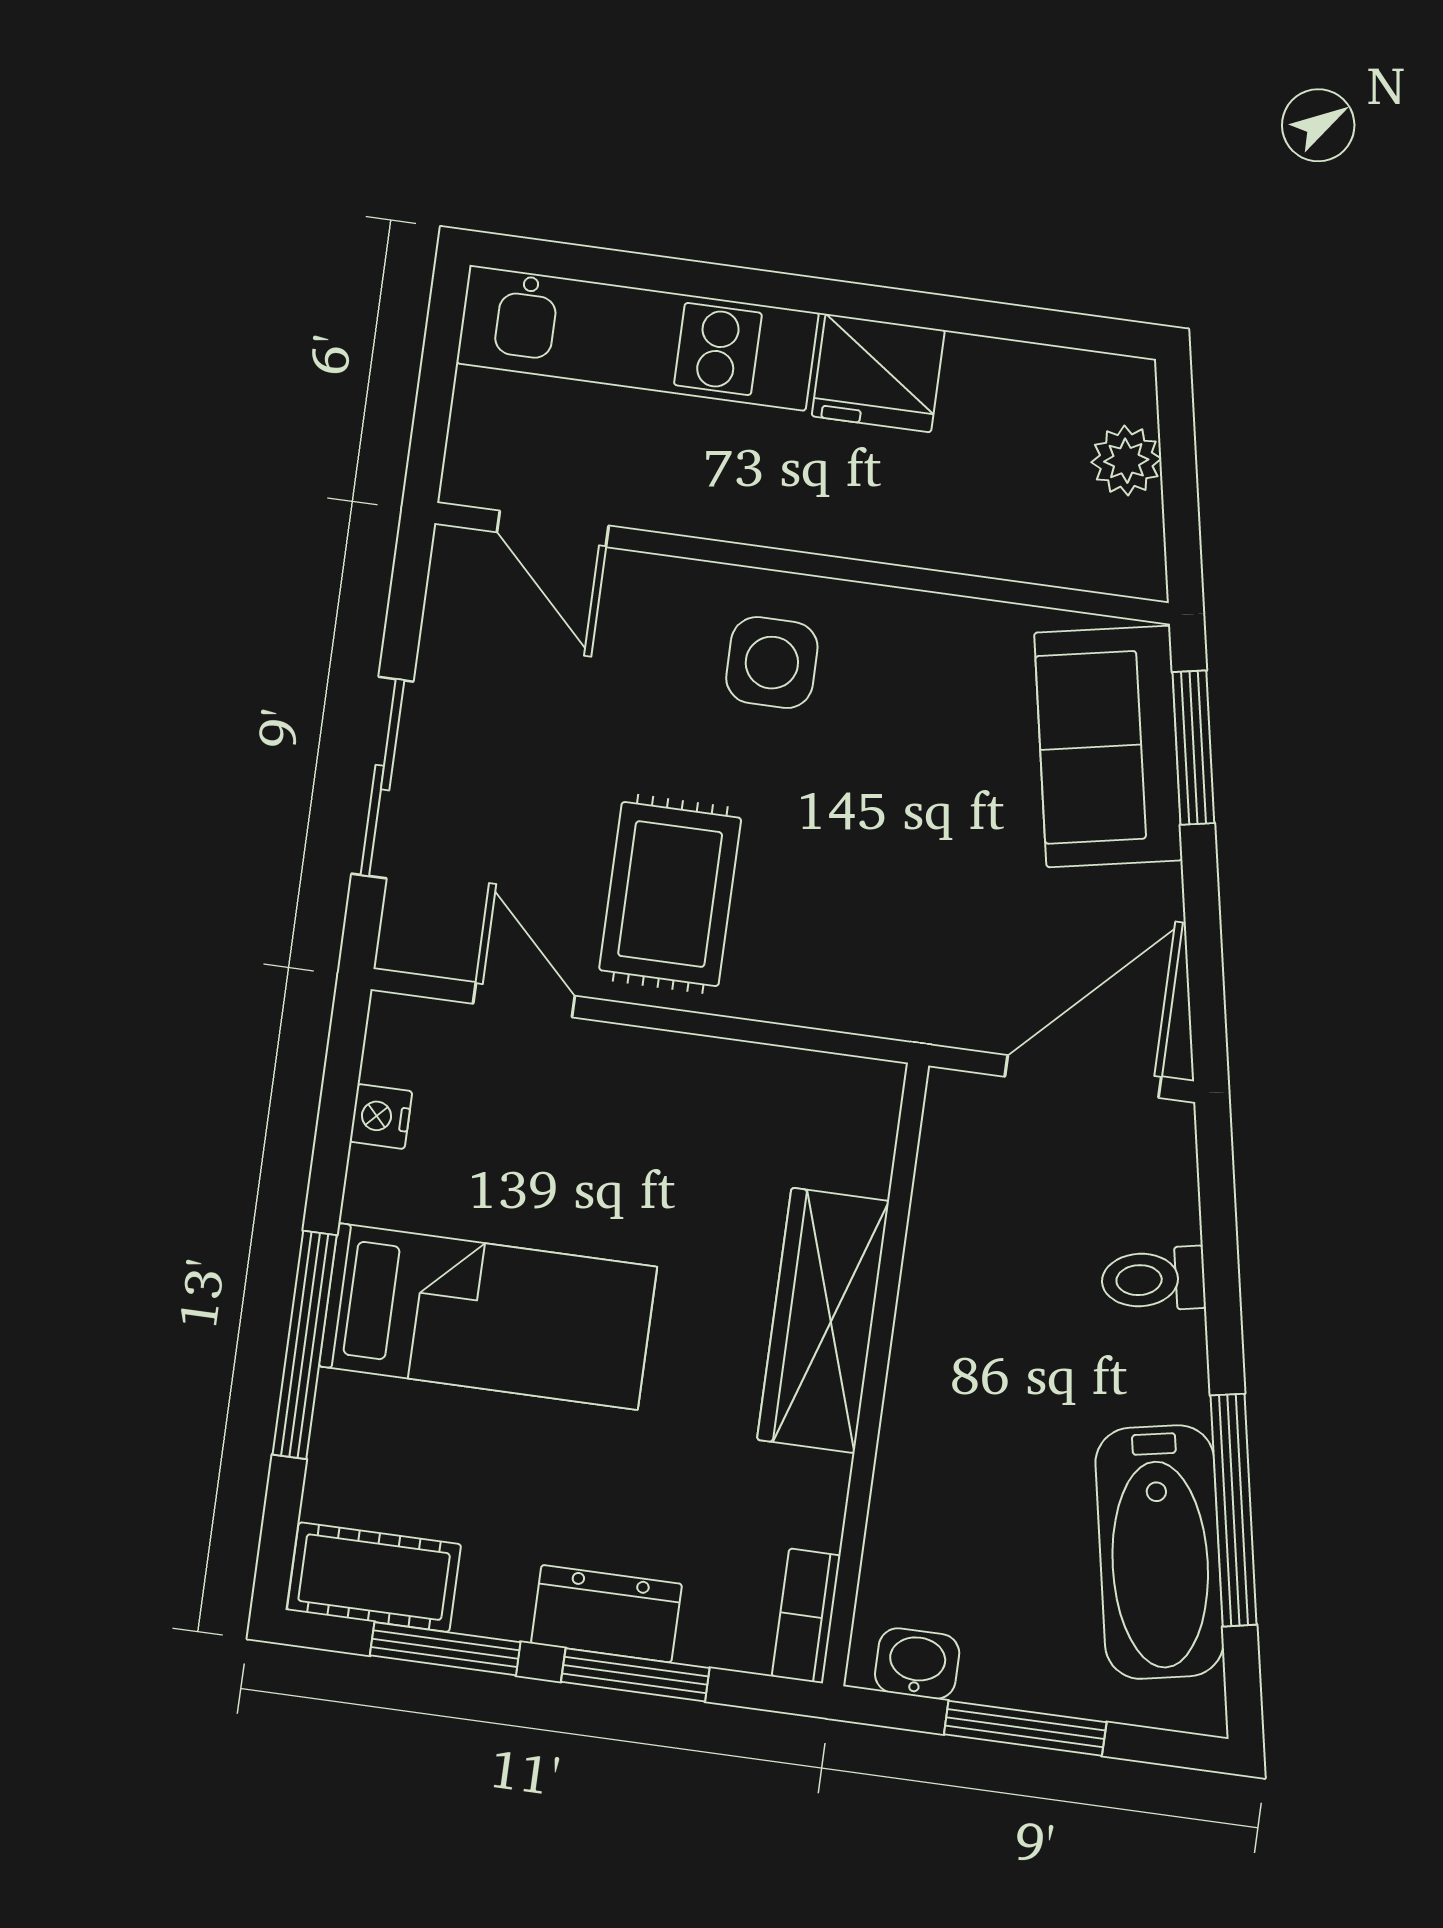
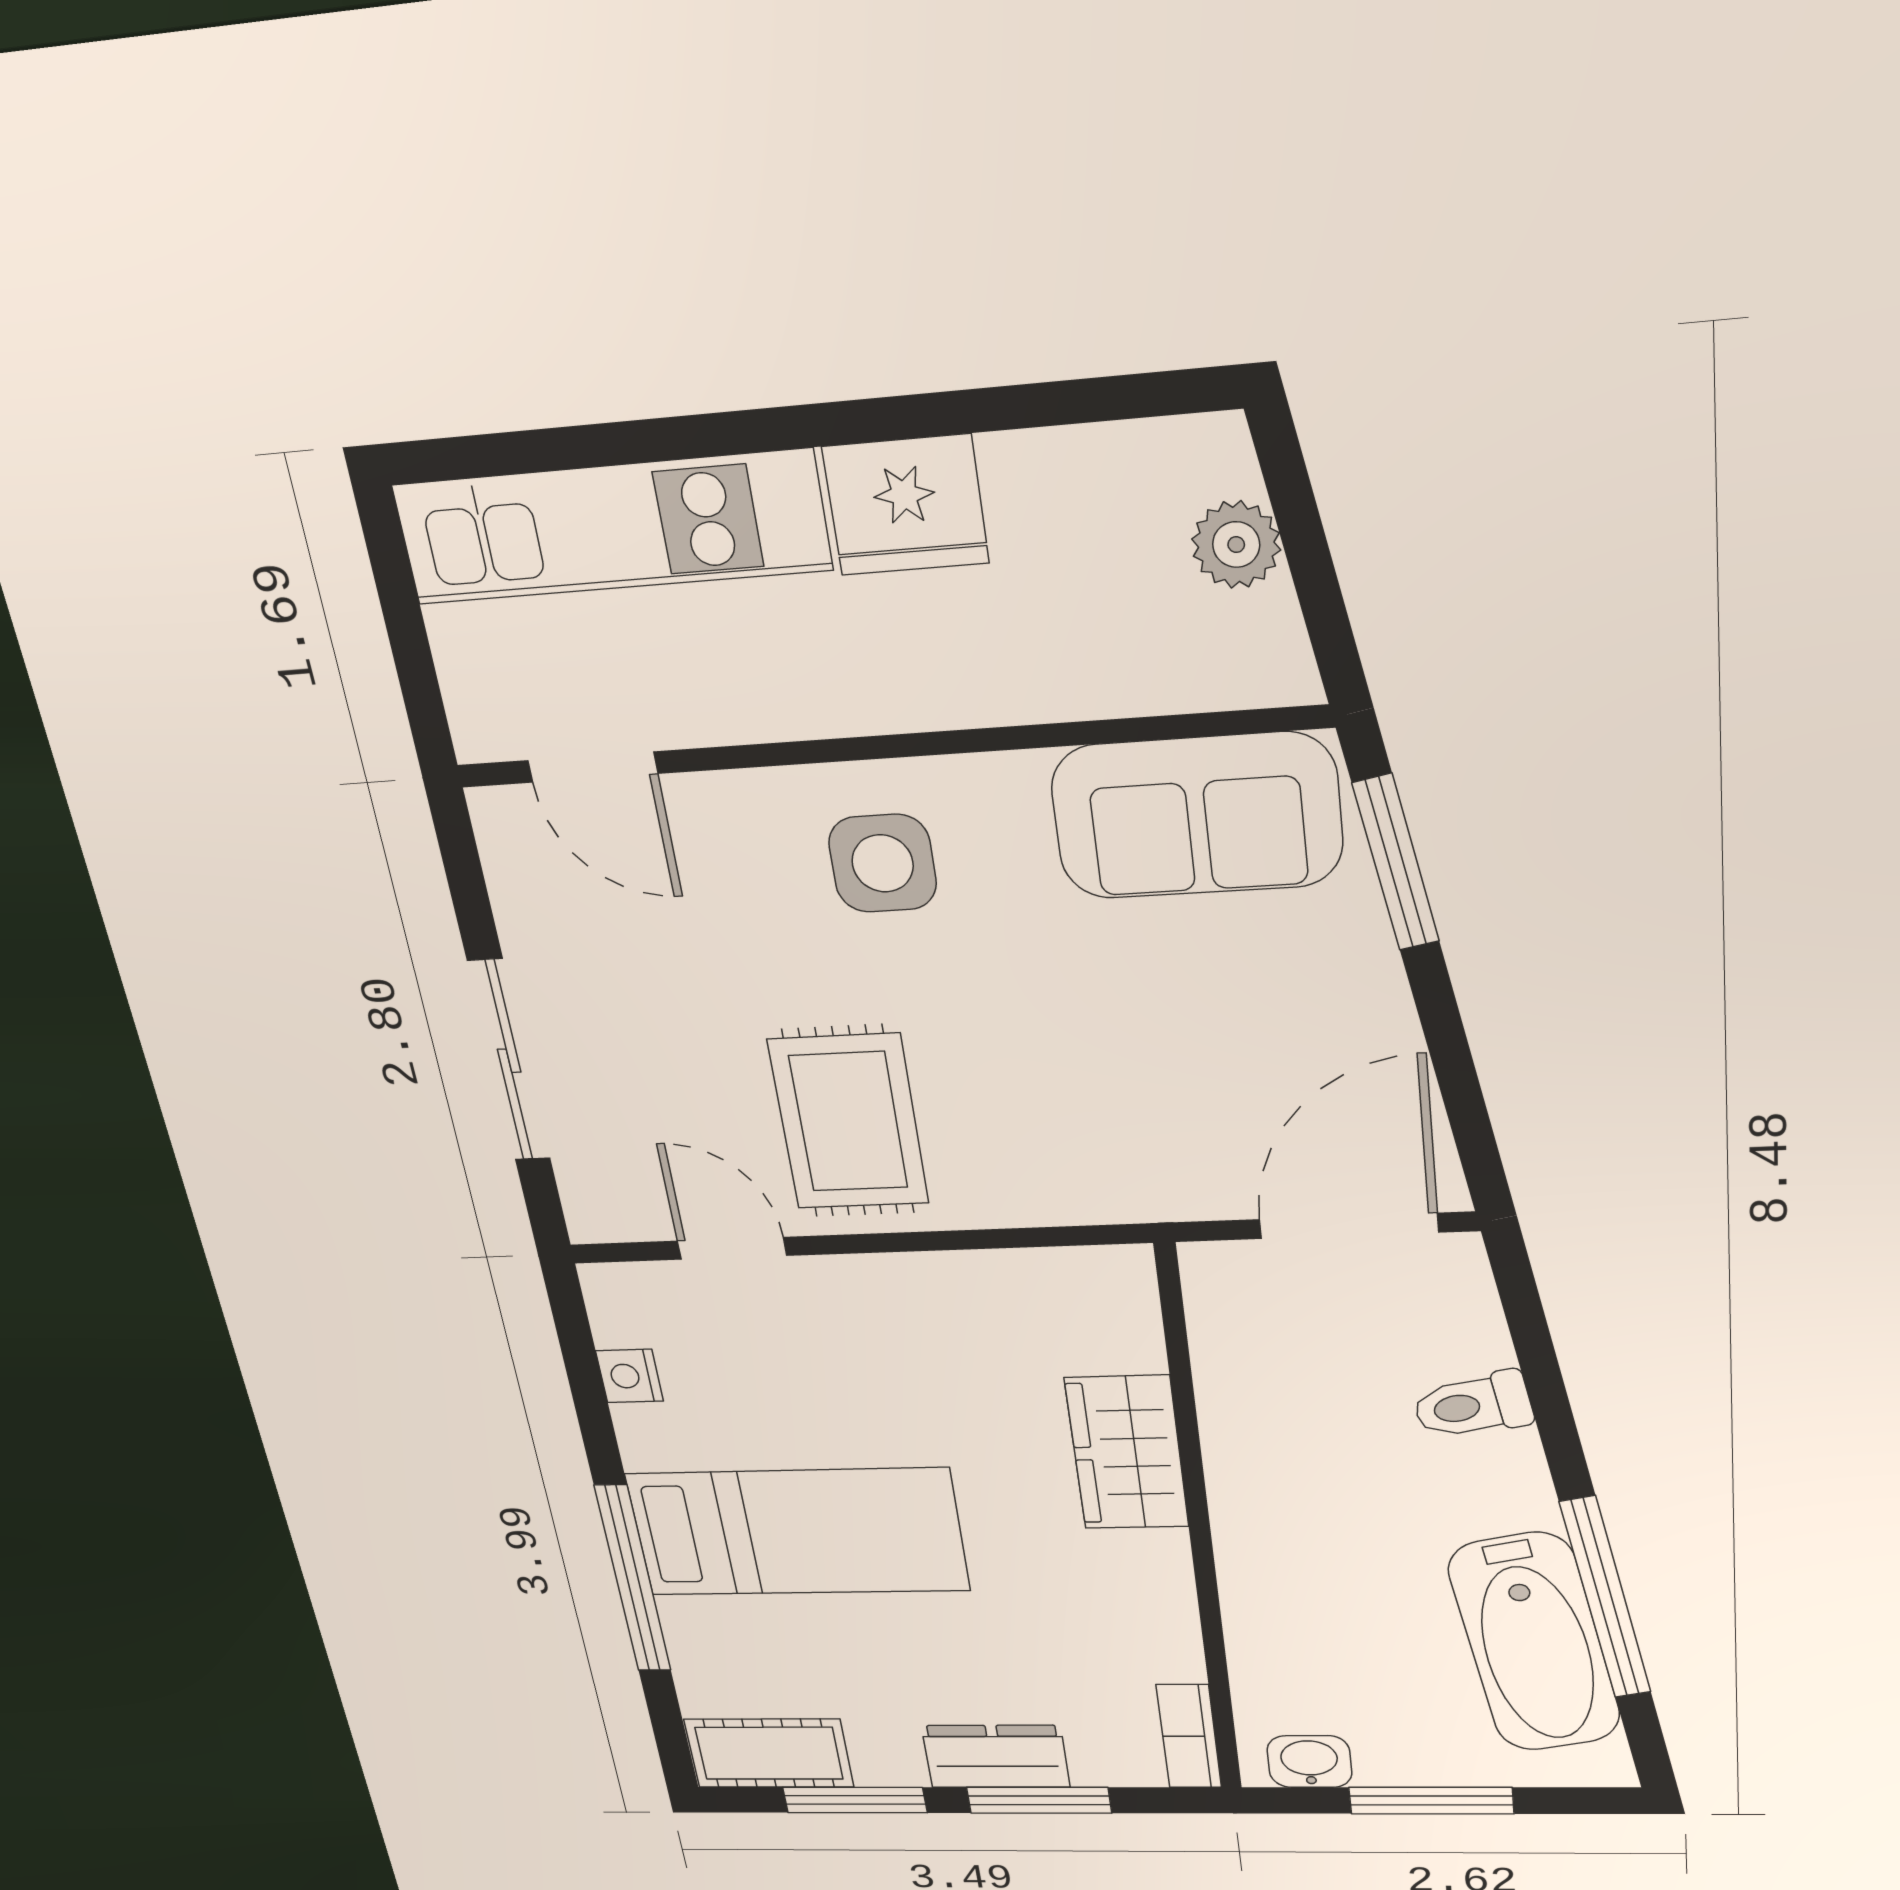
sofa: (1108, 746) -> (1197, 816), moved, turned -79
wardrobe: (823, 1320) -> (1127, 1453), width x0.67

